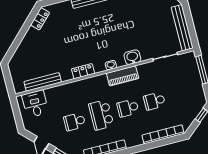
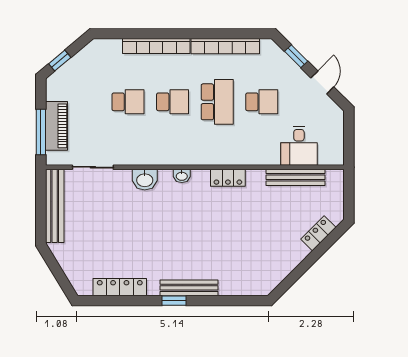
locker: (40, 19) -> (318, 233), moved
piano: (123, 76) -> (56, 126), moved, turned 90
desk: (35, 104) -> (299, 146), moved
bookcase: (163, 134) -> (156, 46), moved

